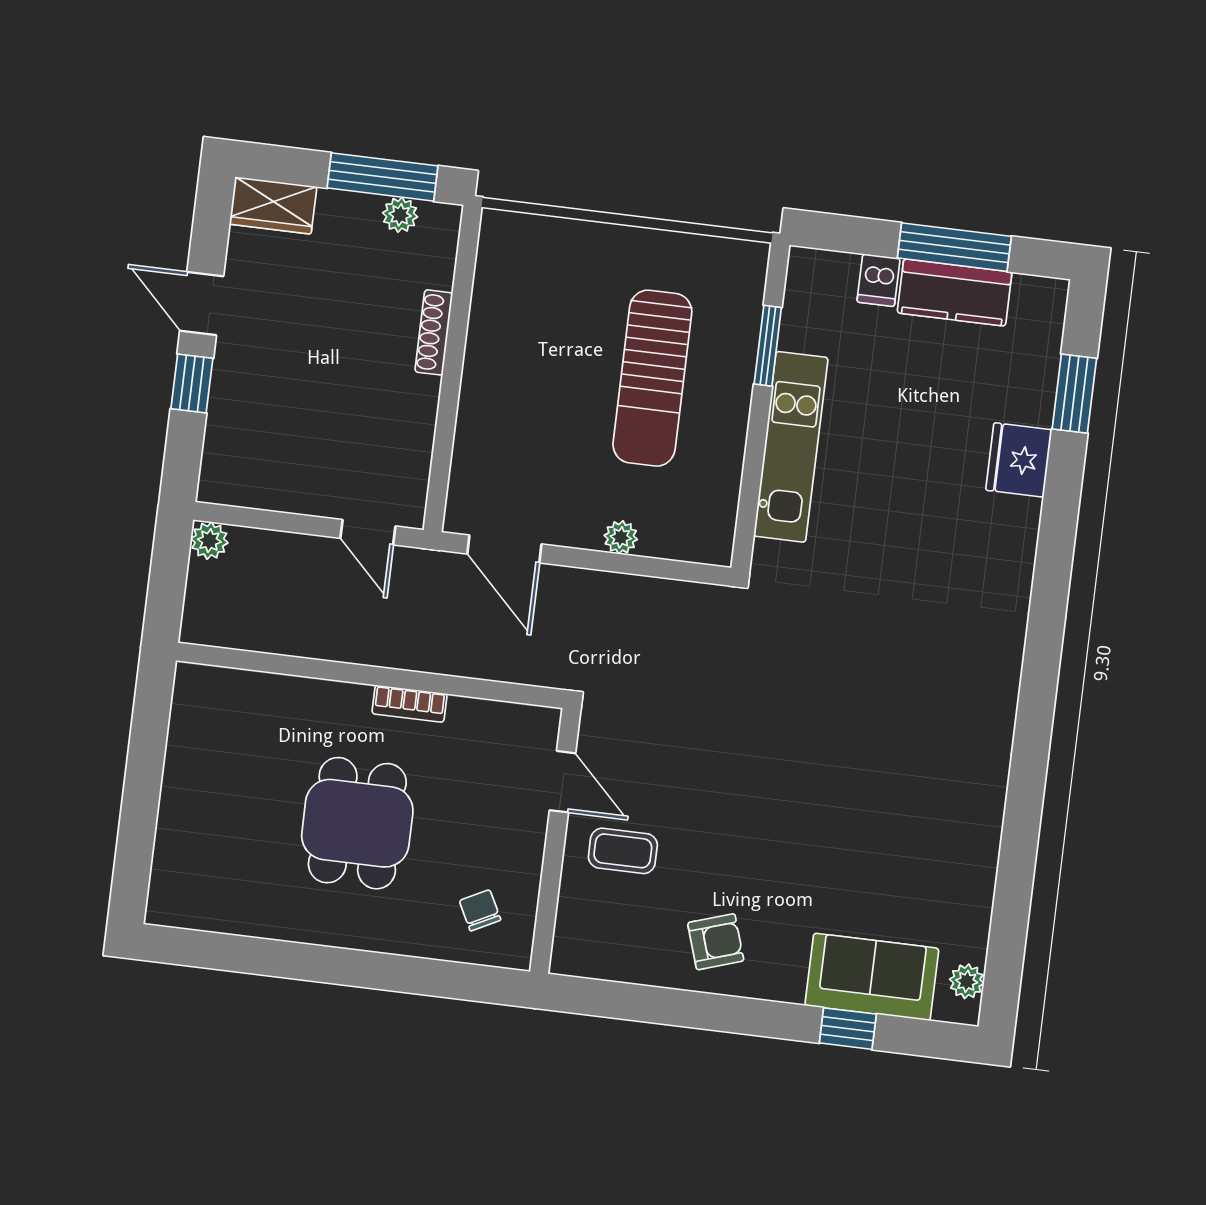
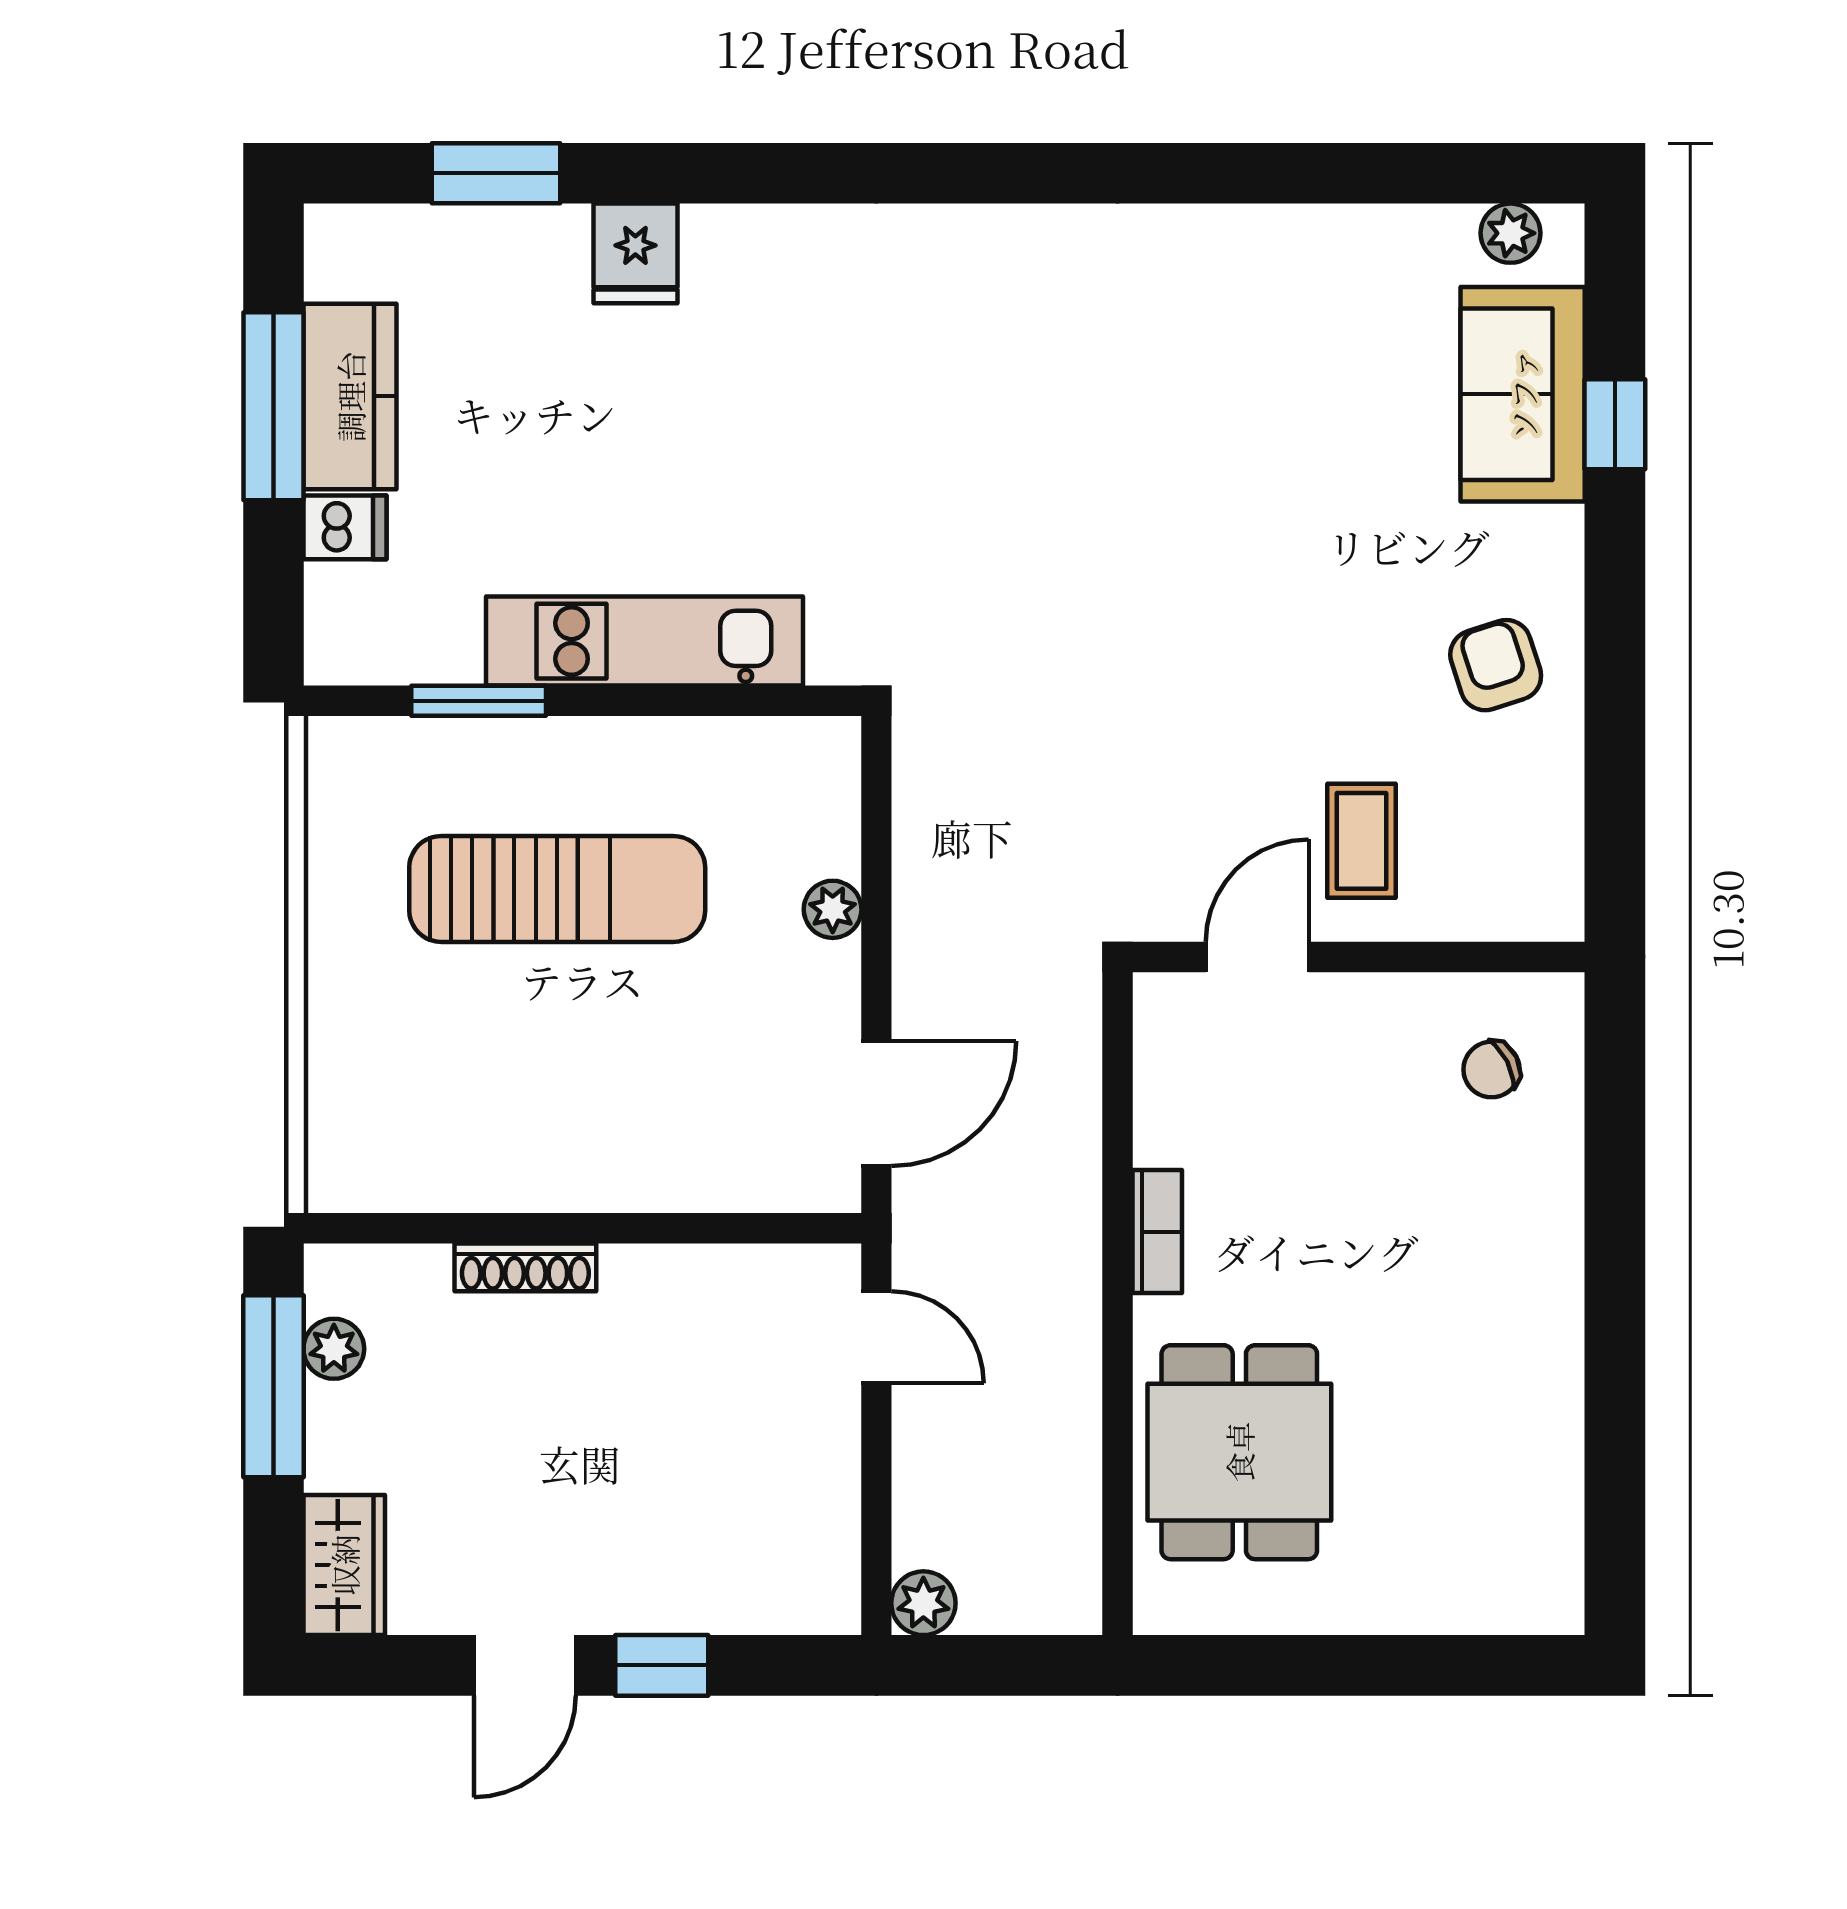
fridge: (1019, 460) -> (635, 253), width x0.72
door: (368, 532) -> (876, 1337), hinge flipped
dining table: (357, 823) -> (1239, 1452), moved, turned 90

